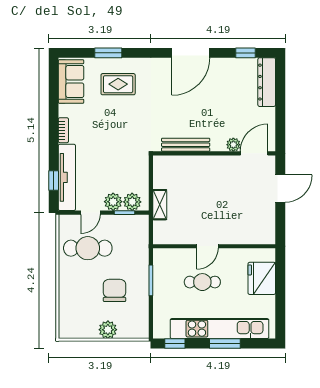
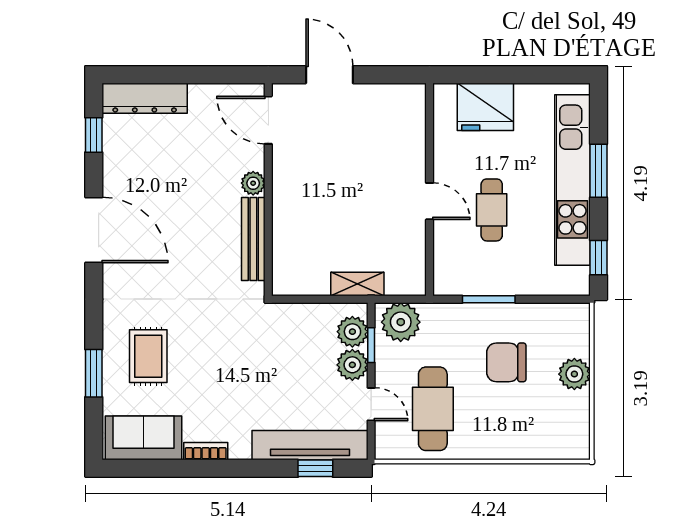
bookcase: (63, 130) -> (206, 451), moved
plant: (233, 145) -> (253, 183), moved
plant: (138, 230) -> (401, 322), added

